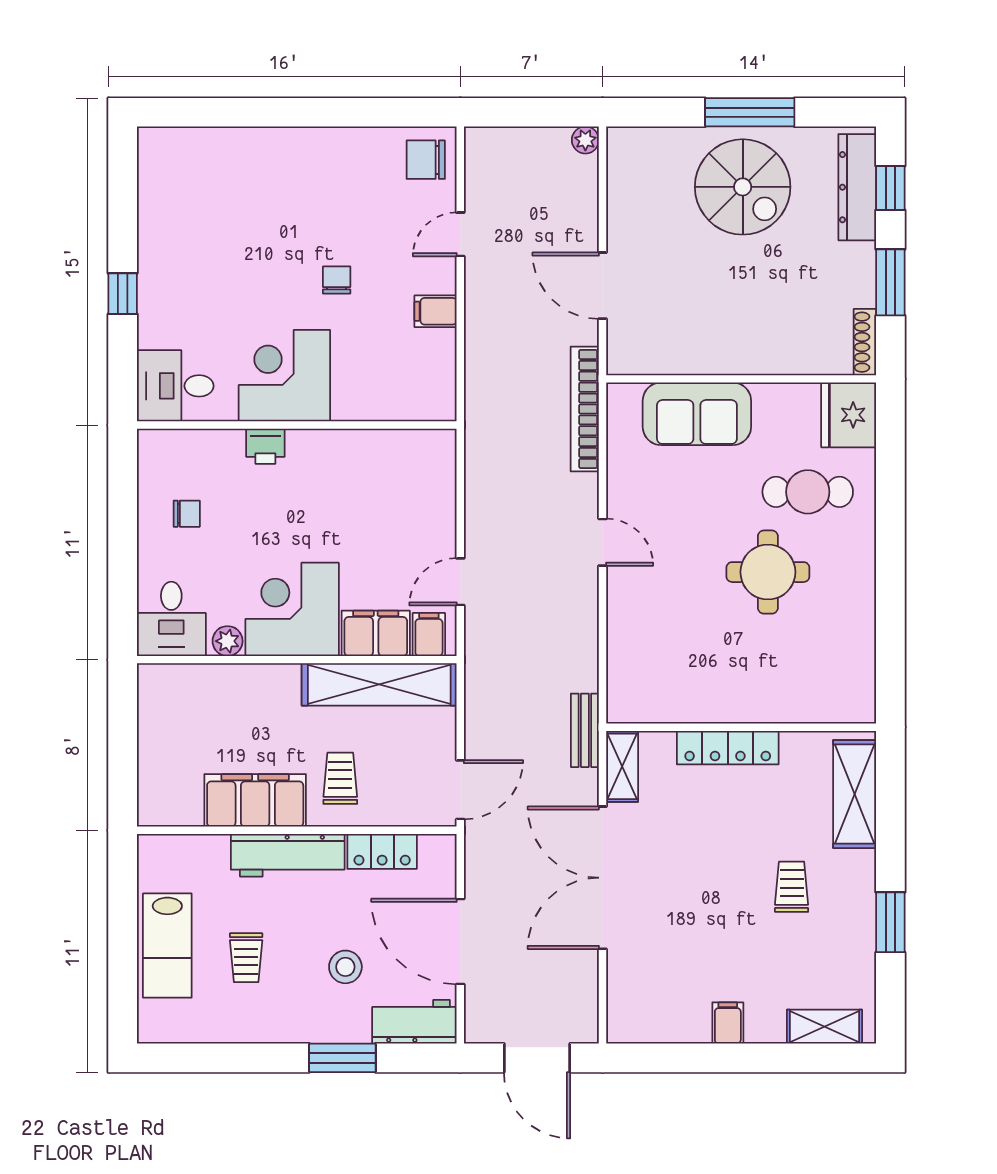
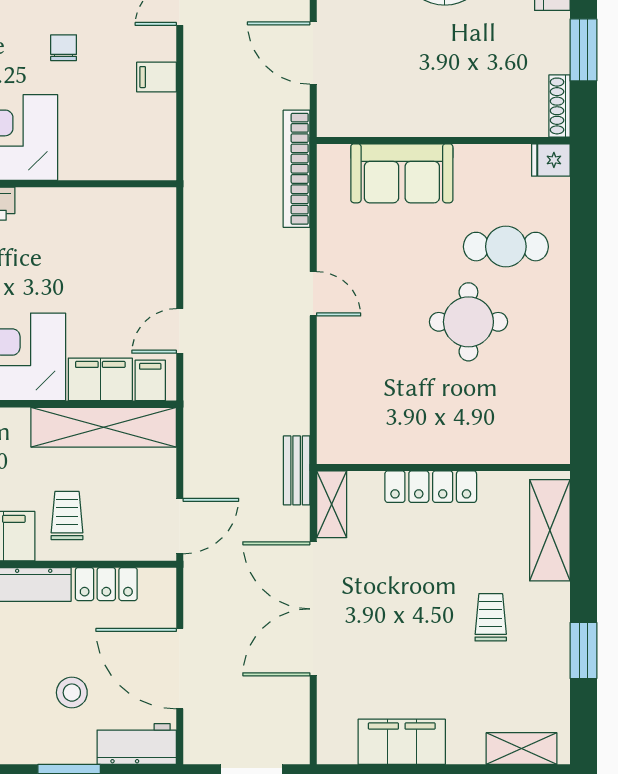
fridge: (849, 415) -> (551, 160), width x0.53, depth x0.75
filing cabinet: (728, 1023) -> (402, 742), width x3.00, depth x1.17

